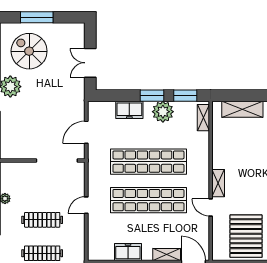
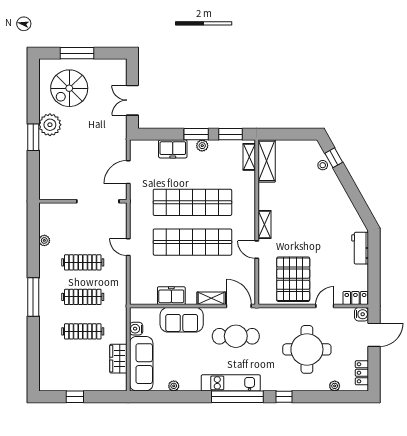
spiral stairs: (29, 51) -> (69, 88), turned -90
shelving: (242, 109) -> (267, 161), moved, turned 90
plant: (163, 112) -> (202, 146), width x0.53, depth x0.53
door: (86, 205) -> (128, 247), hinge flipped

